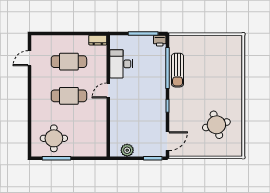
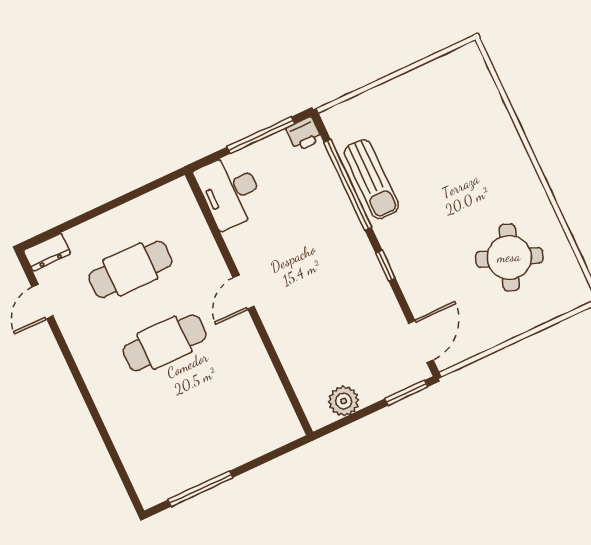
dresser: (98, 40) -> (47, 252), moved
desk: (121, 64) -> (230, 191), moved
round table: (216, 125) -> (509, 257), turned 36
round table: (54, 138) -> (175, 449), removed

